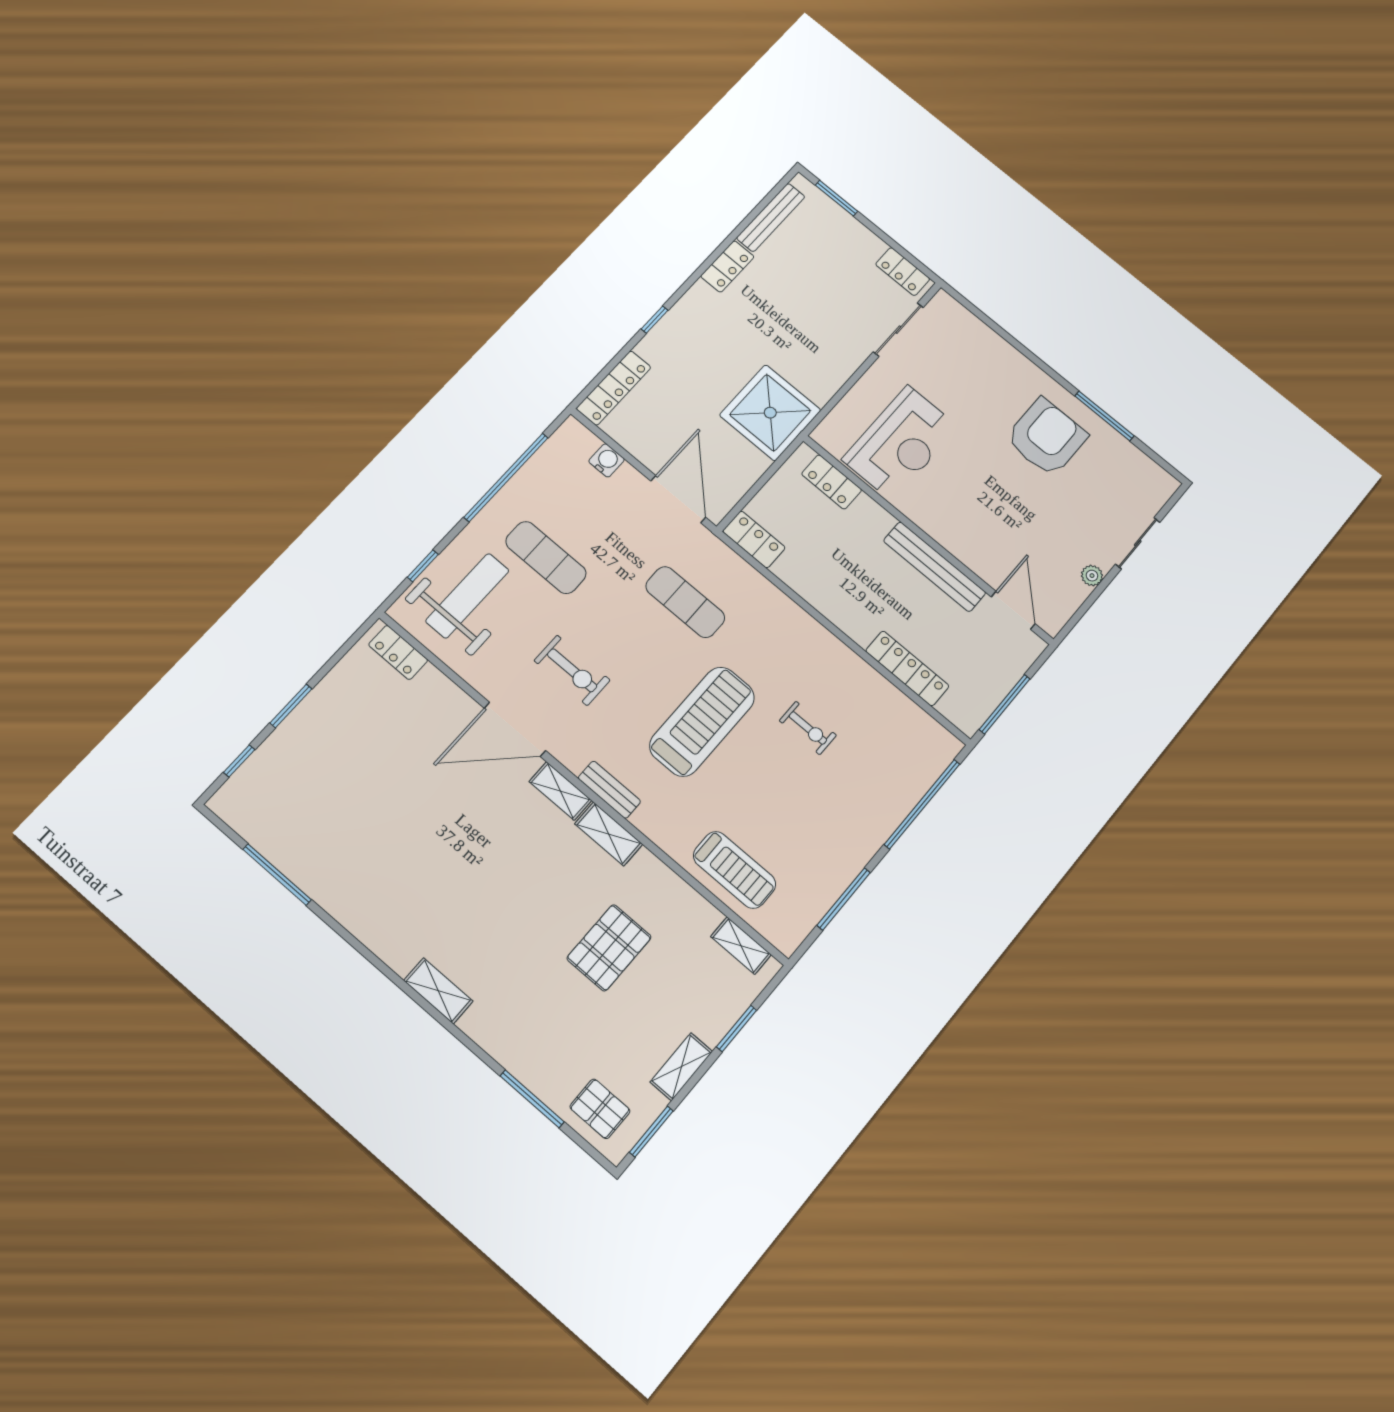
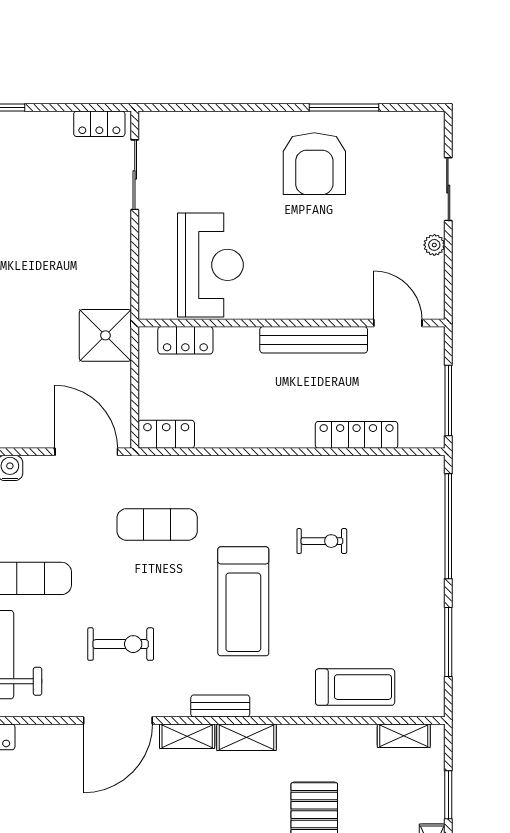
shower: (770, 413) -> (105, 335), width x0.73, depth x0.73
armchair: (1046, 437) -> (314, 164), turned 180
treadmill: (702, 721) -> (243, 601), turned 180

